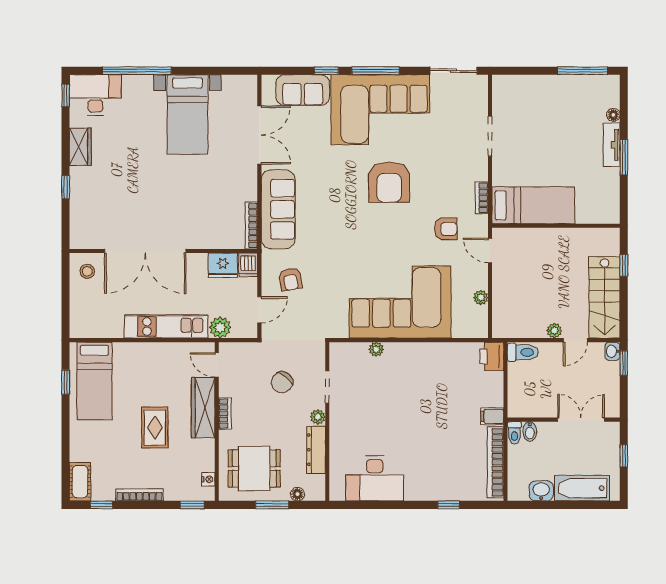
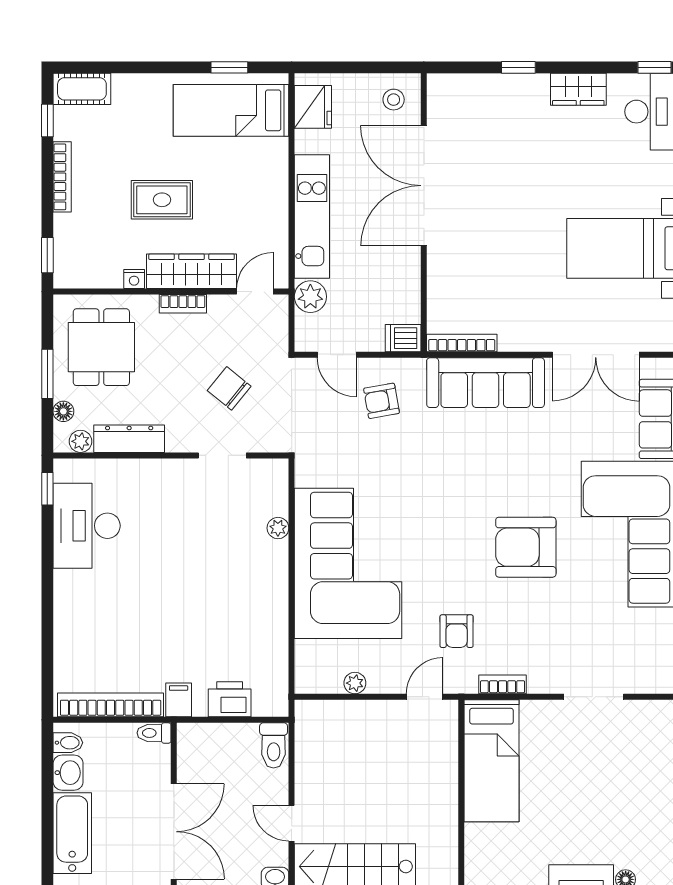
fridge: (223, 265) -> (313, 107), moved, turned 180
plant: (554, 331) -> (306, 792), removed
printer: (492, 356) -> (230, 699), moved
plant: (318, 417) -> (80, 441), moved
double door: (581, 420) -> (174, 832), width x1.37
bidet: (530, 431) -> (68, 743), moved, turned 180
nightstand: (208, 479) -> (134, 279), moved
window: (449, 505) -> (47, 489), moved

